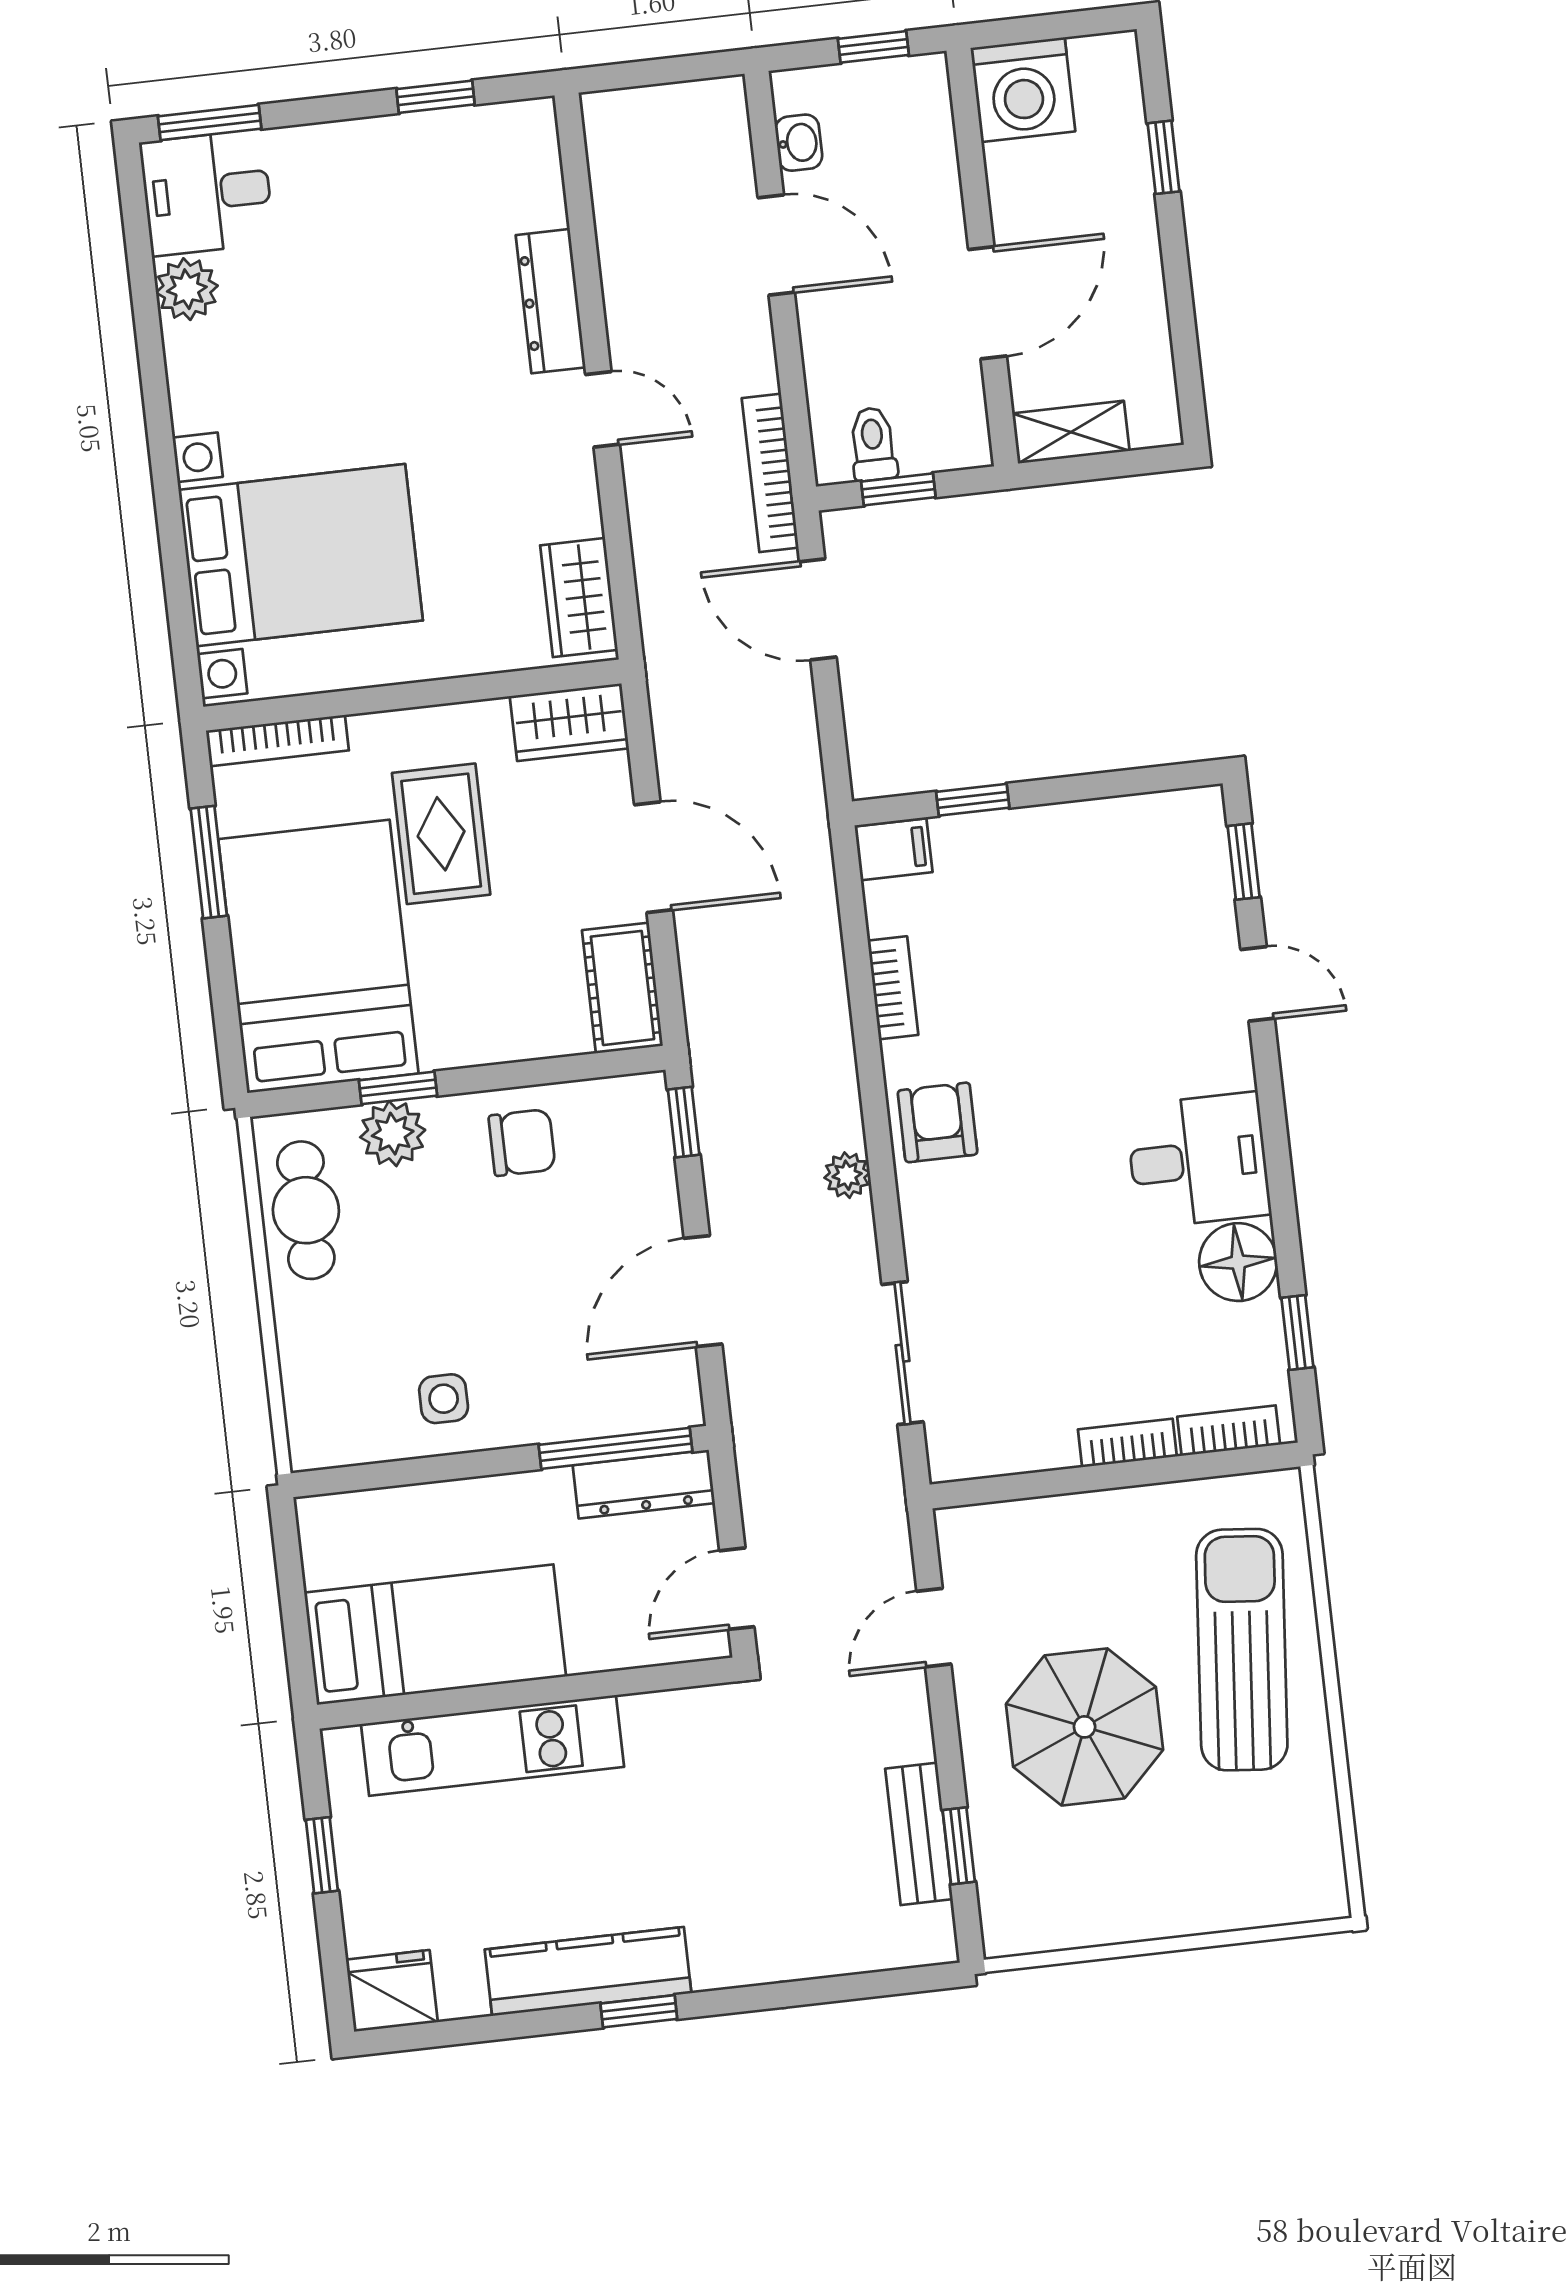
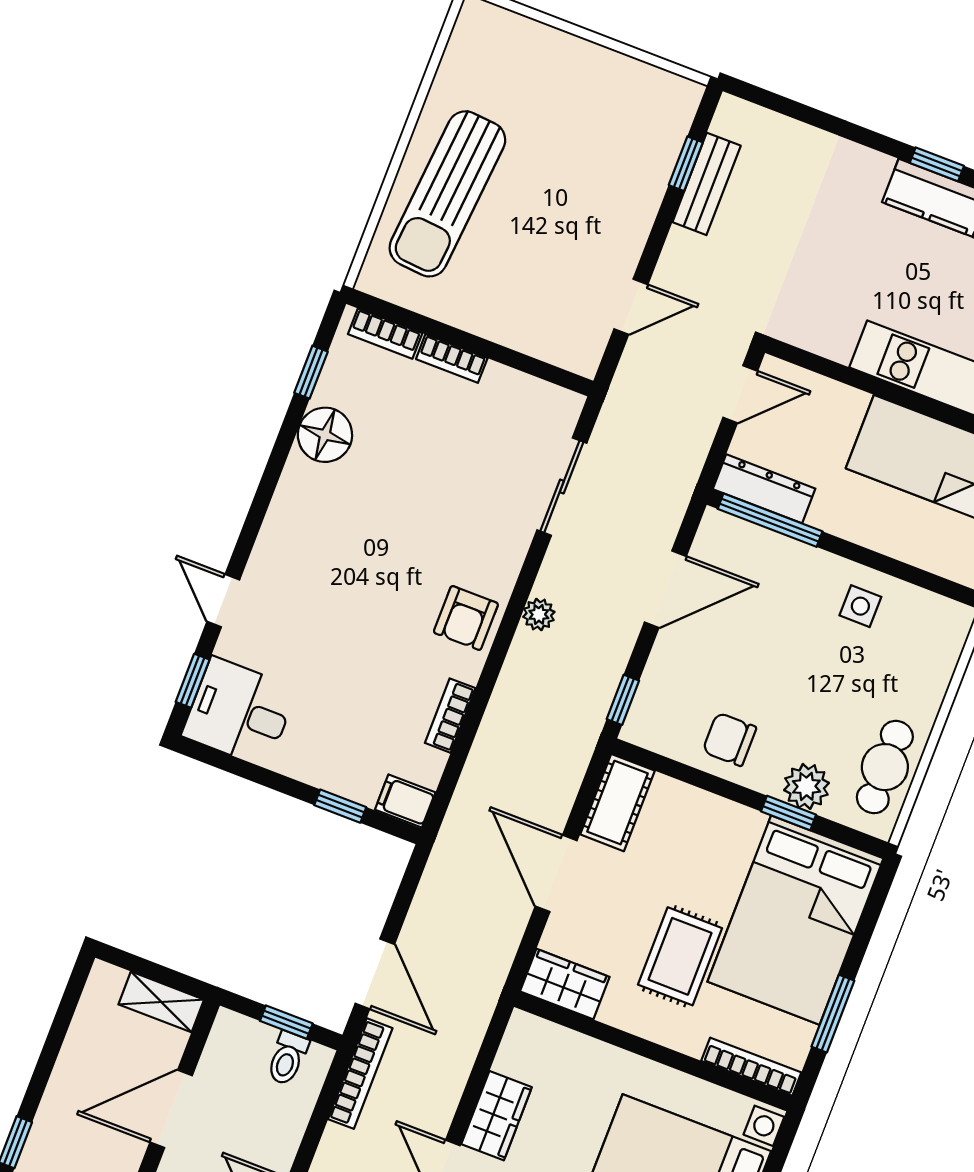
wardrobe: (579, 598) -> (497, 1116), moved
desk: (1198, 1160) -> (239, 712), moved
parasol: (1085, 1727) -> (570, 197), removed

